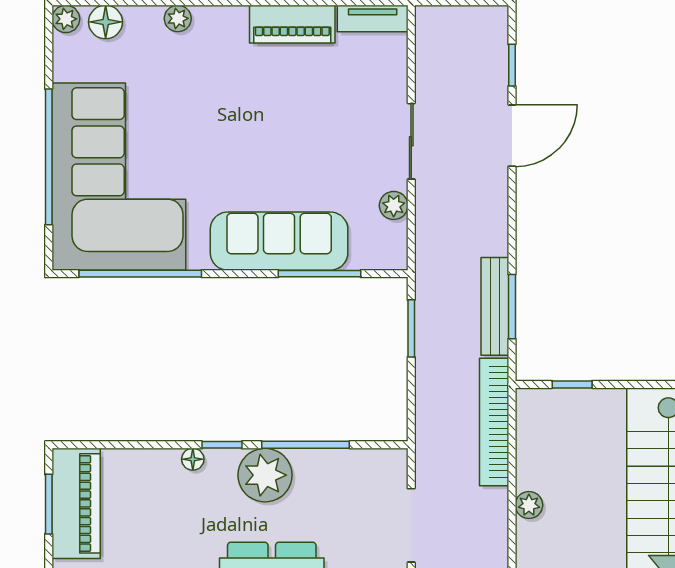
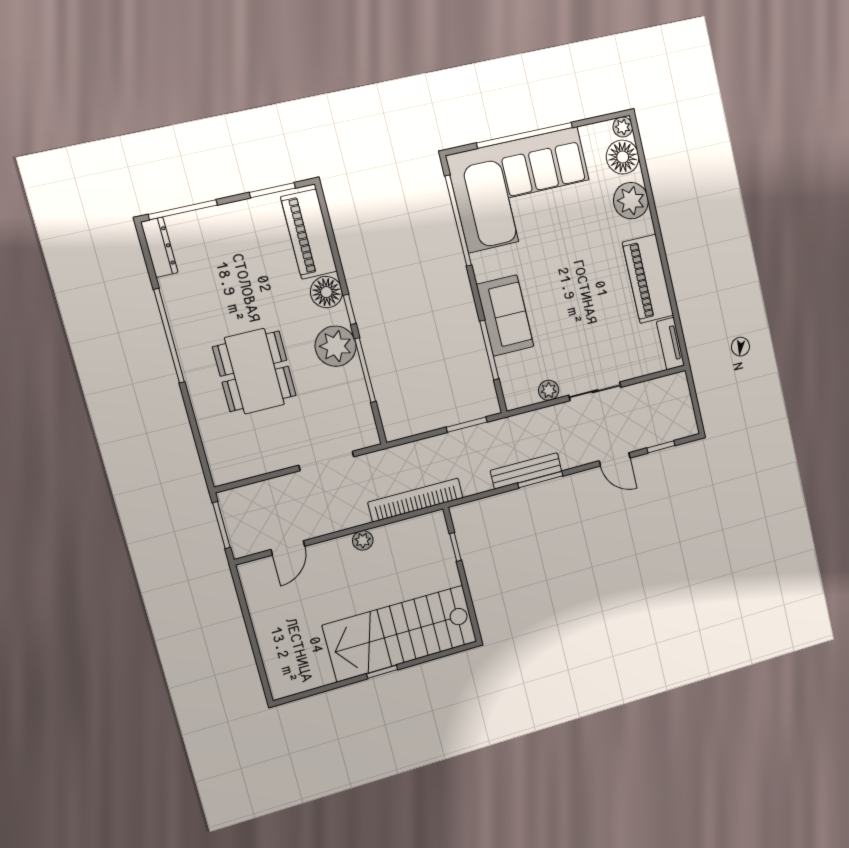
plant: (178, 18) -> (631, 201), width x1.88, depth x1.88
floor lamp: (106, 22) -> (623, 157), width x1.38, depth x1.38
piano: (292, 24) -> (648, 279), width x1.37, depth x1.33
door: (512, 136) -> (615, 459), width x0.73
sofa: (279, 241) -> (505, 316), width x0.73
bench: (495, 306) -> (526, 471), moved
window: (512, 307) -> (540, 479), moved
floor lamp: (193, 459) -> (326, 292), width x1.89, depth x1.89
piano: (76, 503) -> (309, 234), moved, turned 90

